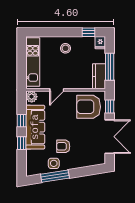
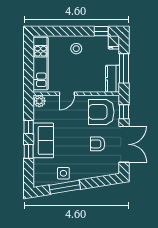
sofa: (35, 127) -> (43, 140), width x0.73
armchair: (63, 146) -> (98, 144), moved

